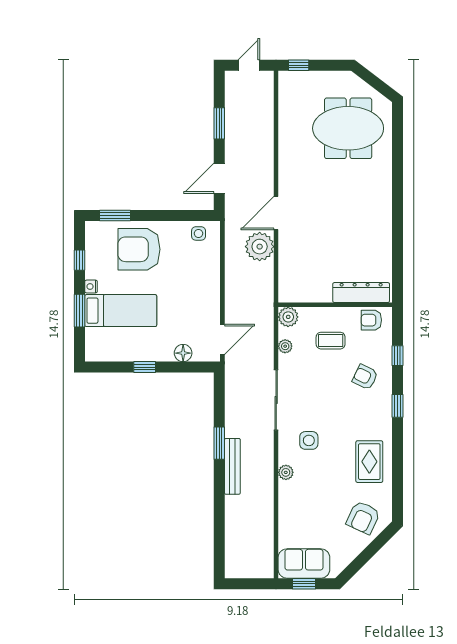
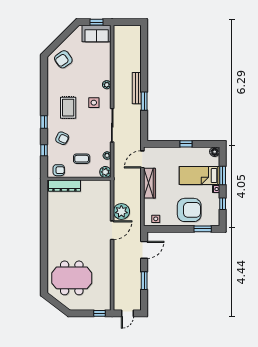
wardrobe: (210, 297) -> (149, 183), added
floor lamp: (183, 353) -> (215, 152), moved
rug: (369, 462) -> (68, 108), moved
armchair: (363, 518) -> (63, 59), turned -150

